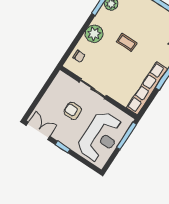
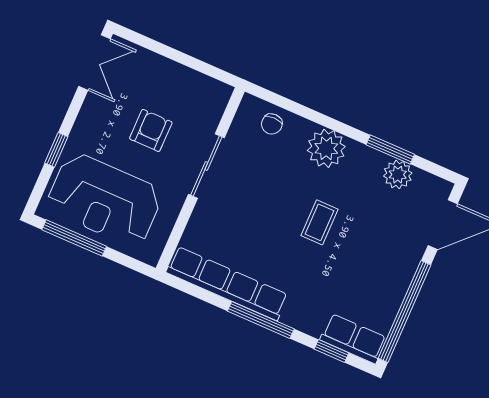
window: (127, 136) -> (74, 238), moved
window: (63, 147) -> (56, 150), moved

